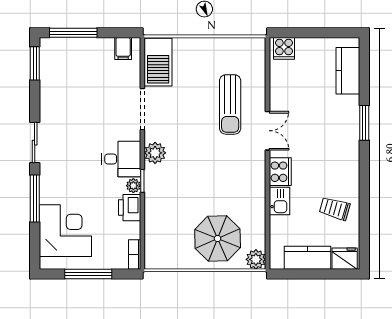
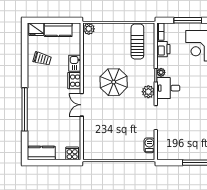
filing cabinet: (123, 48) -> (167, 153), removed
barbecue: (158, 62) -> (149, 145), width x0.53, depth x0.65
kitchen counter: (348, 71) -> (41, 153), moved, turned -90
sun lounger: (230, 104) -> (137, 42), moved
window: (364, 123) -> (25, 109), width x2.11
printer: (130, 208) -> (163, 49), moved
parasol: (218, 239) -> (114, 82), moved

